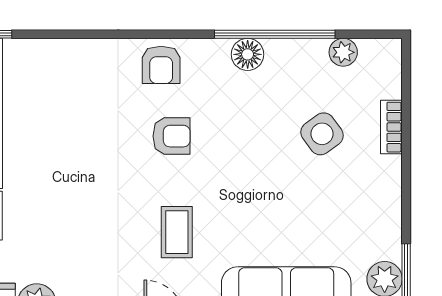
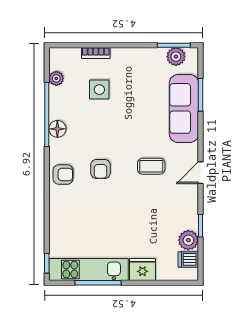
side table: (322, 134) -> (99, 90), turned 36
armchair: (172, 136) -> (101, 169), turned 180

